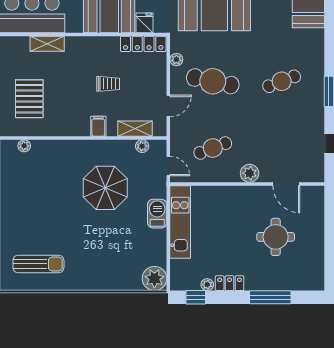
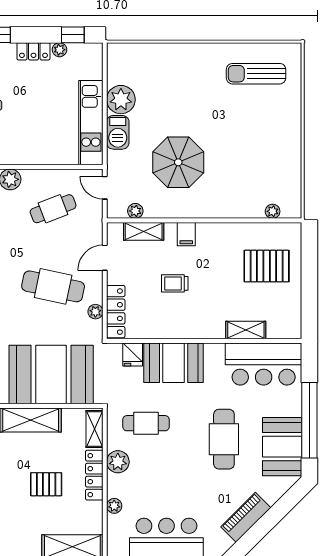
locker: (143, 44) -> (116, 312), moved, turned 90
pallet: (29, 99) -> (267, 266), turned 90
plant: (154, 279) -> (121, 100), moved

